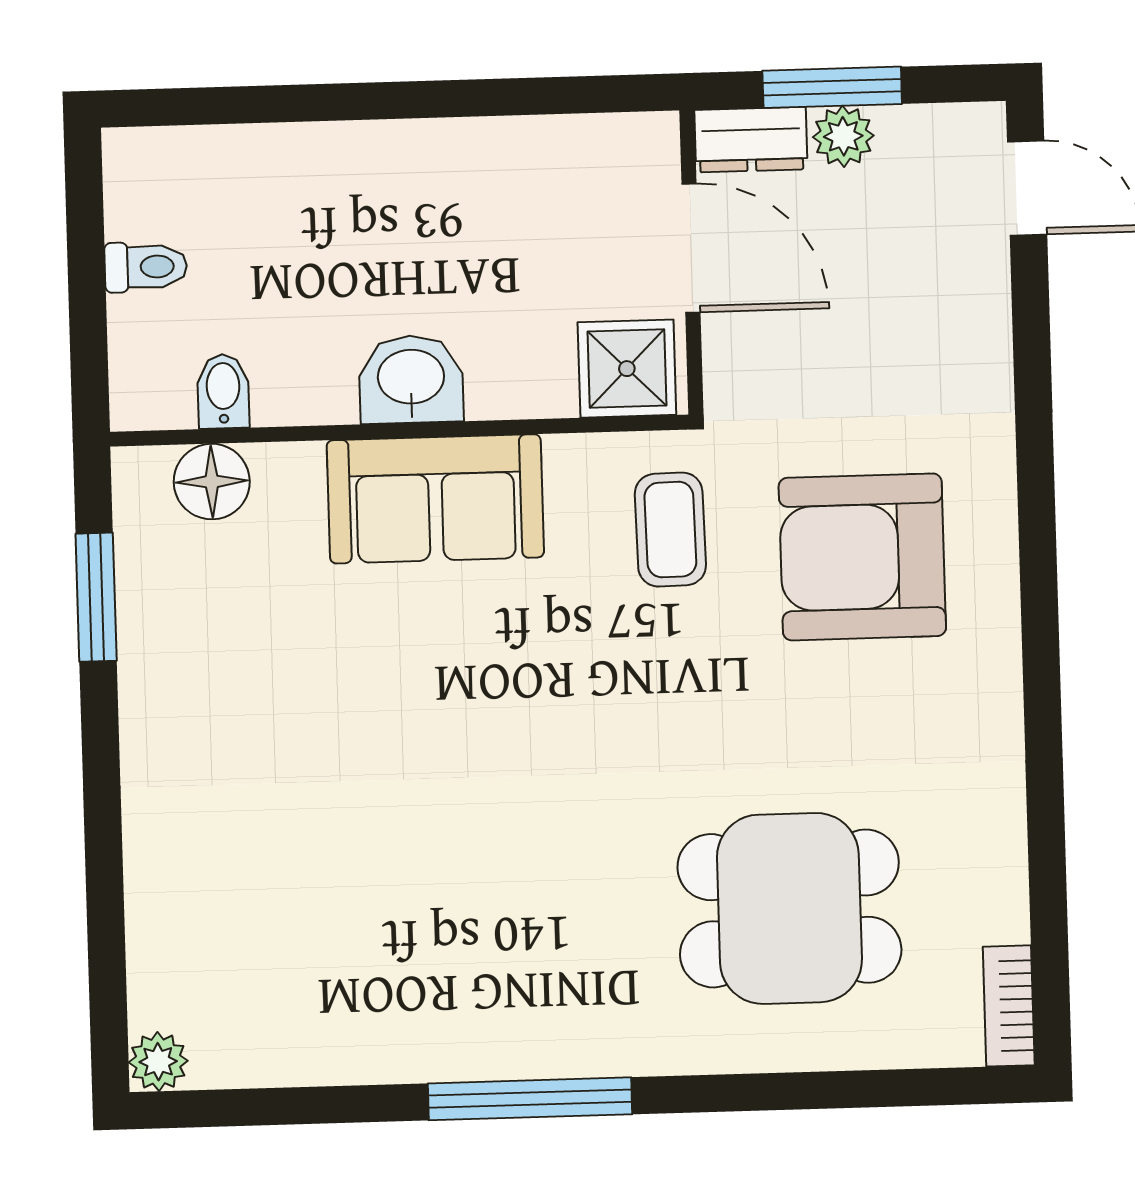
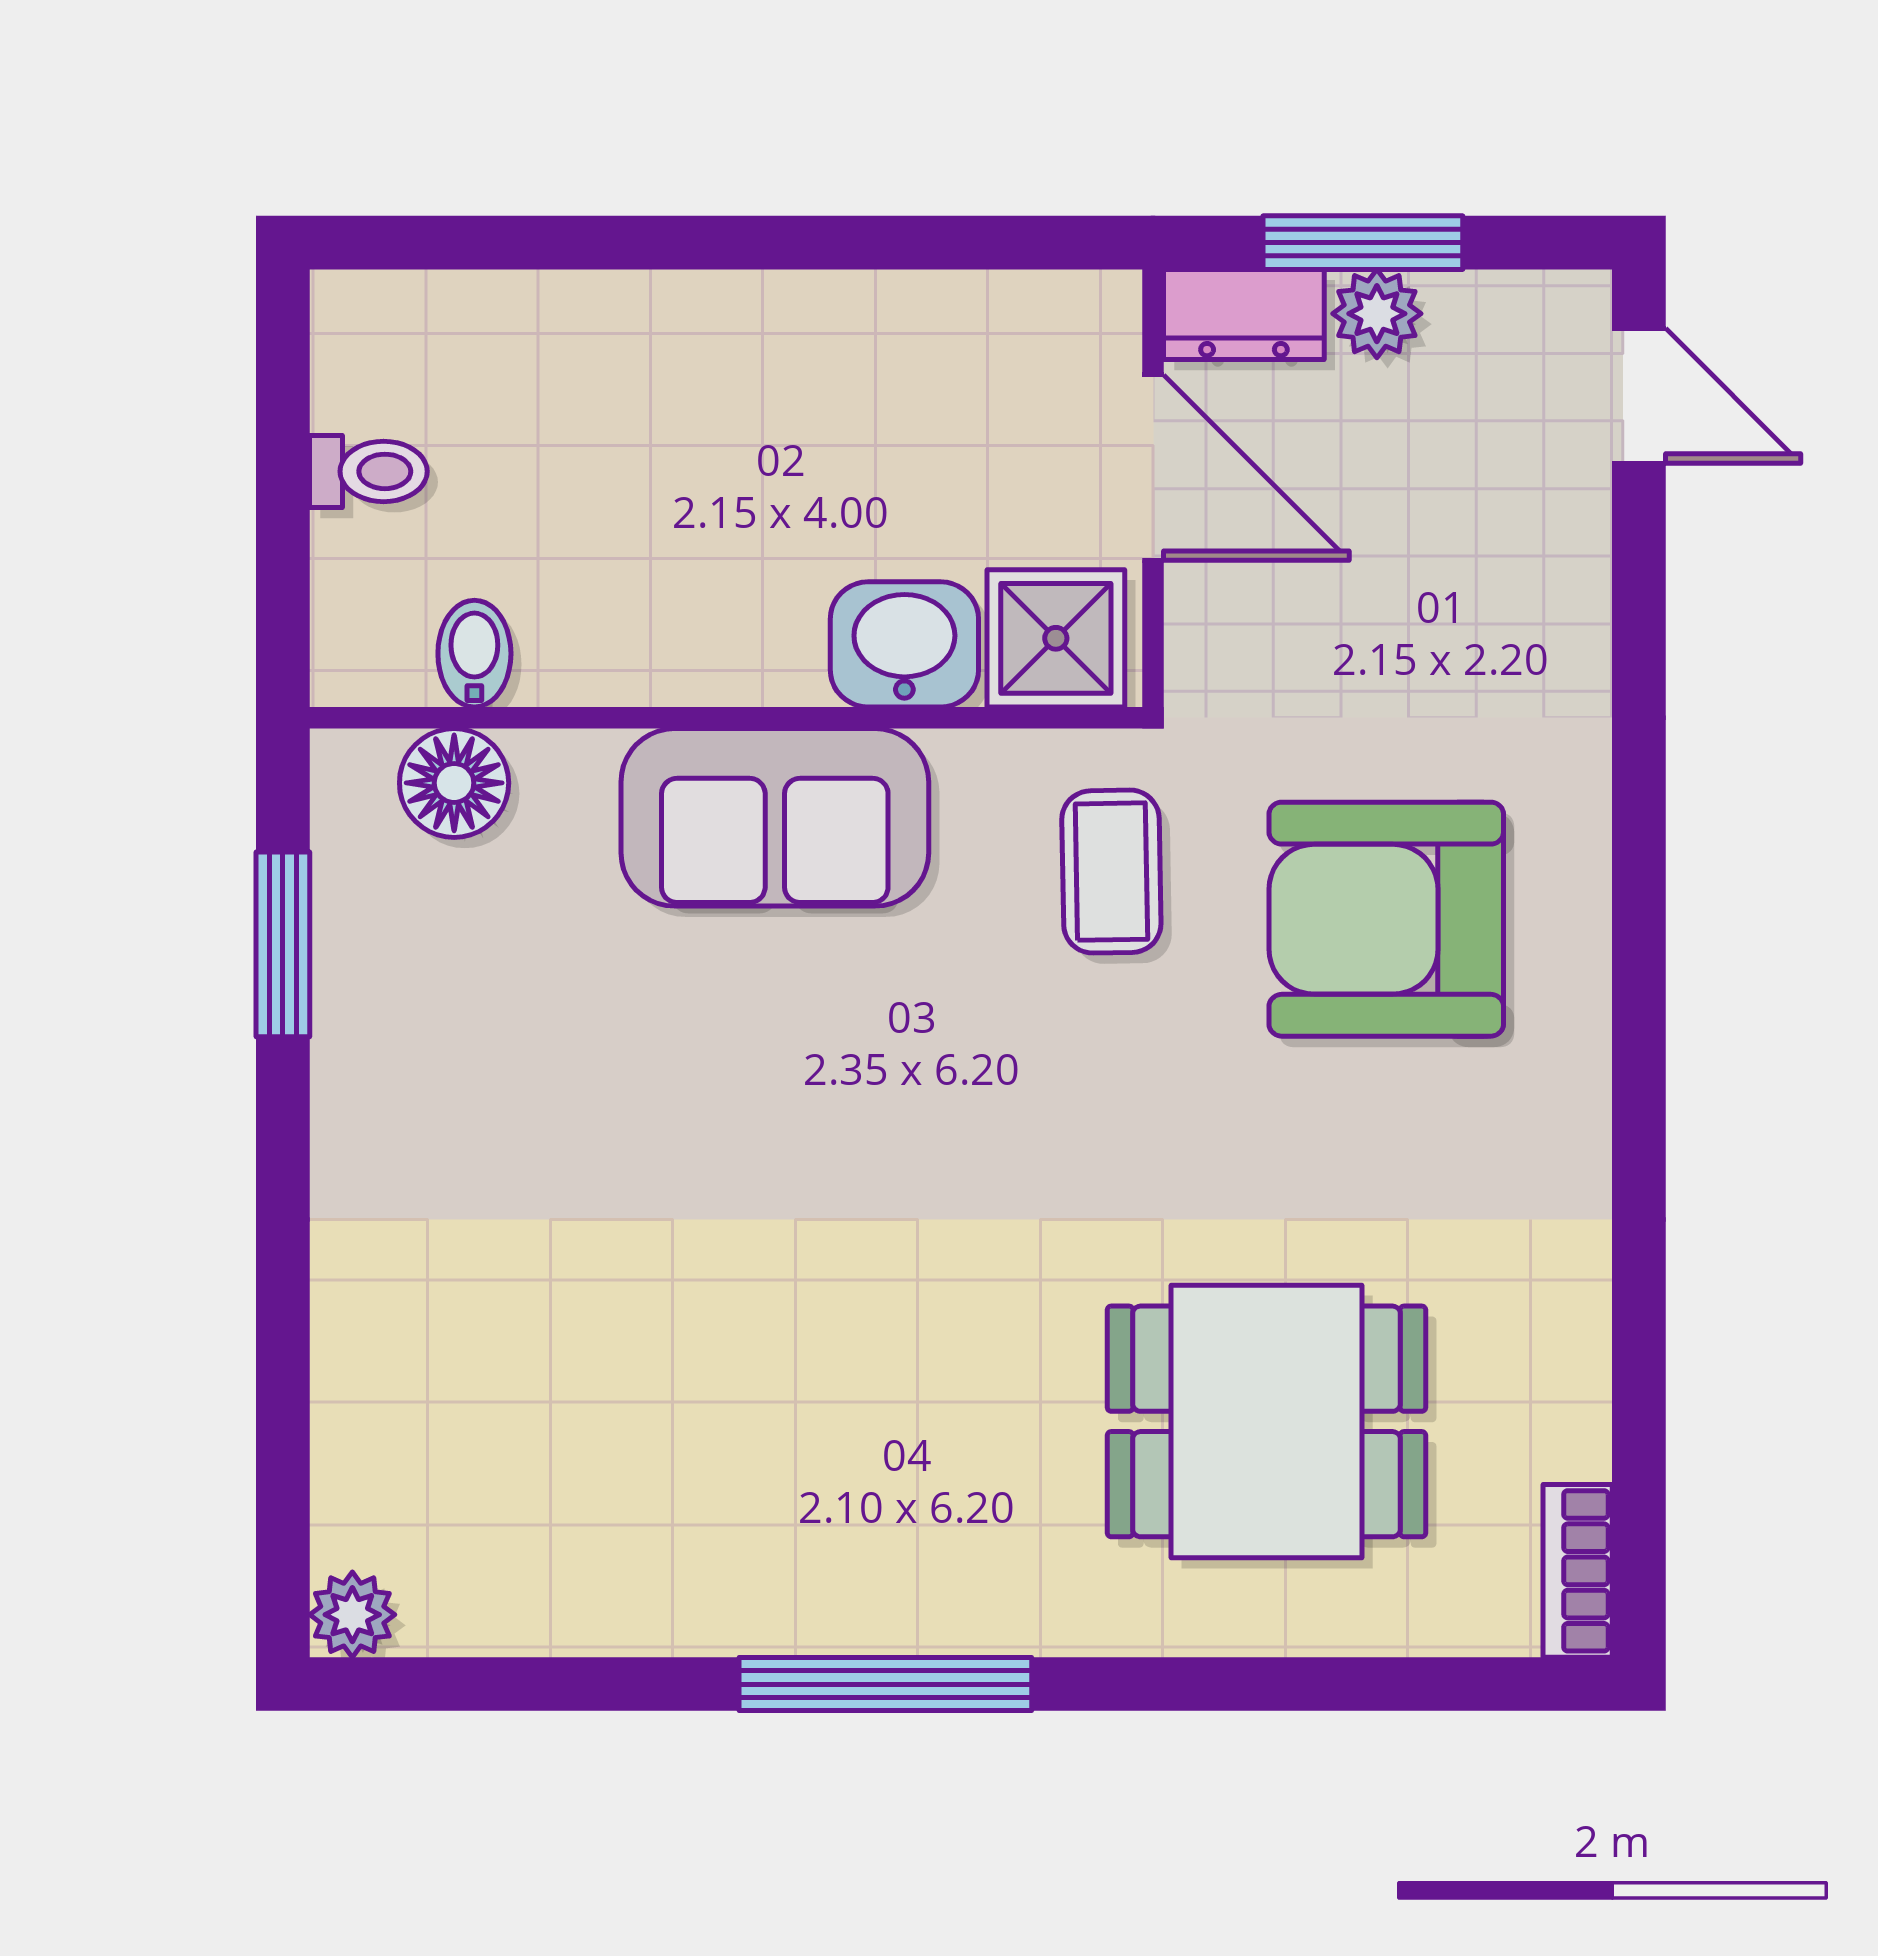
washbasin: (411, 379) -> (904, 644), moved

